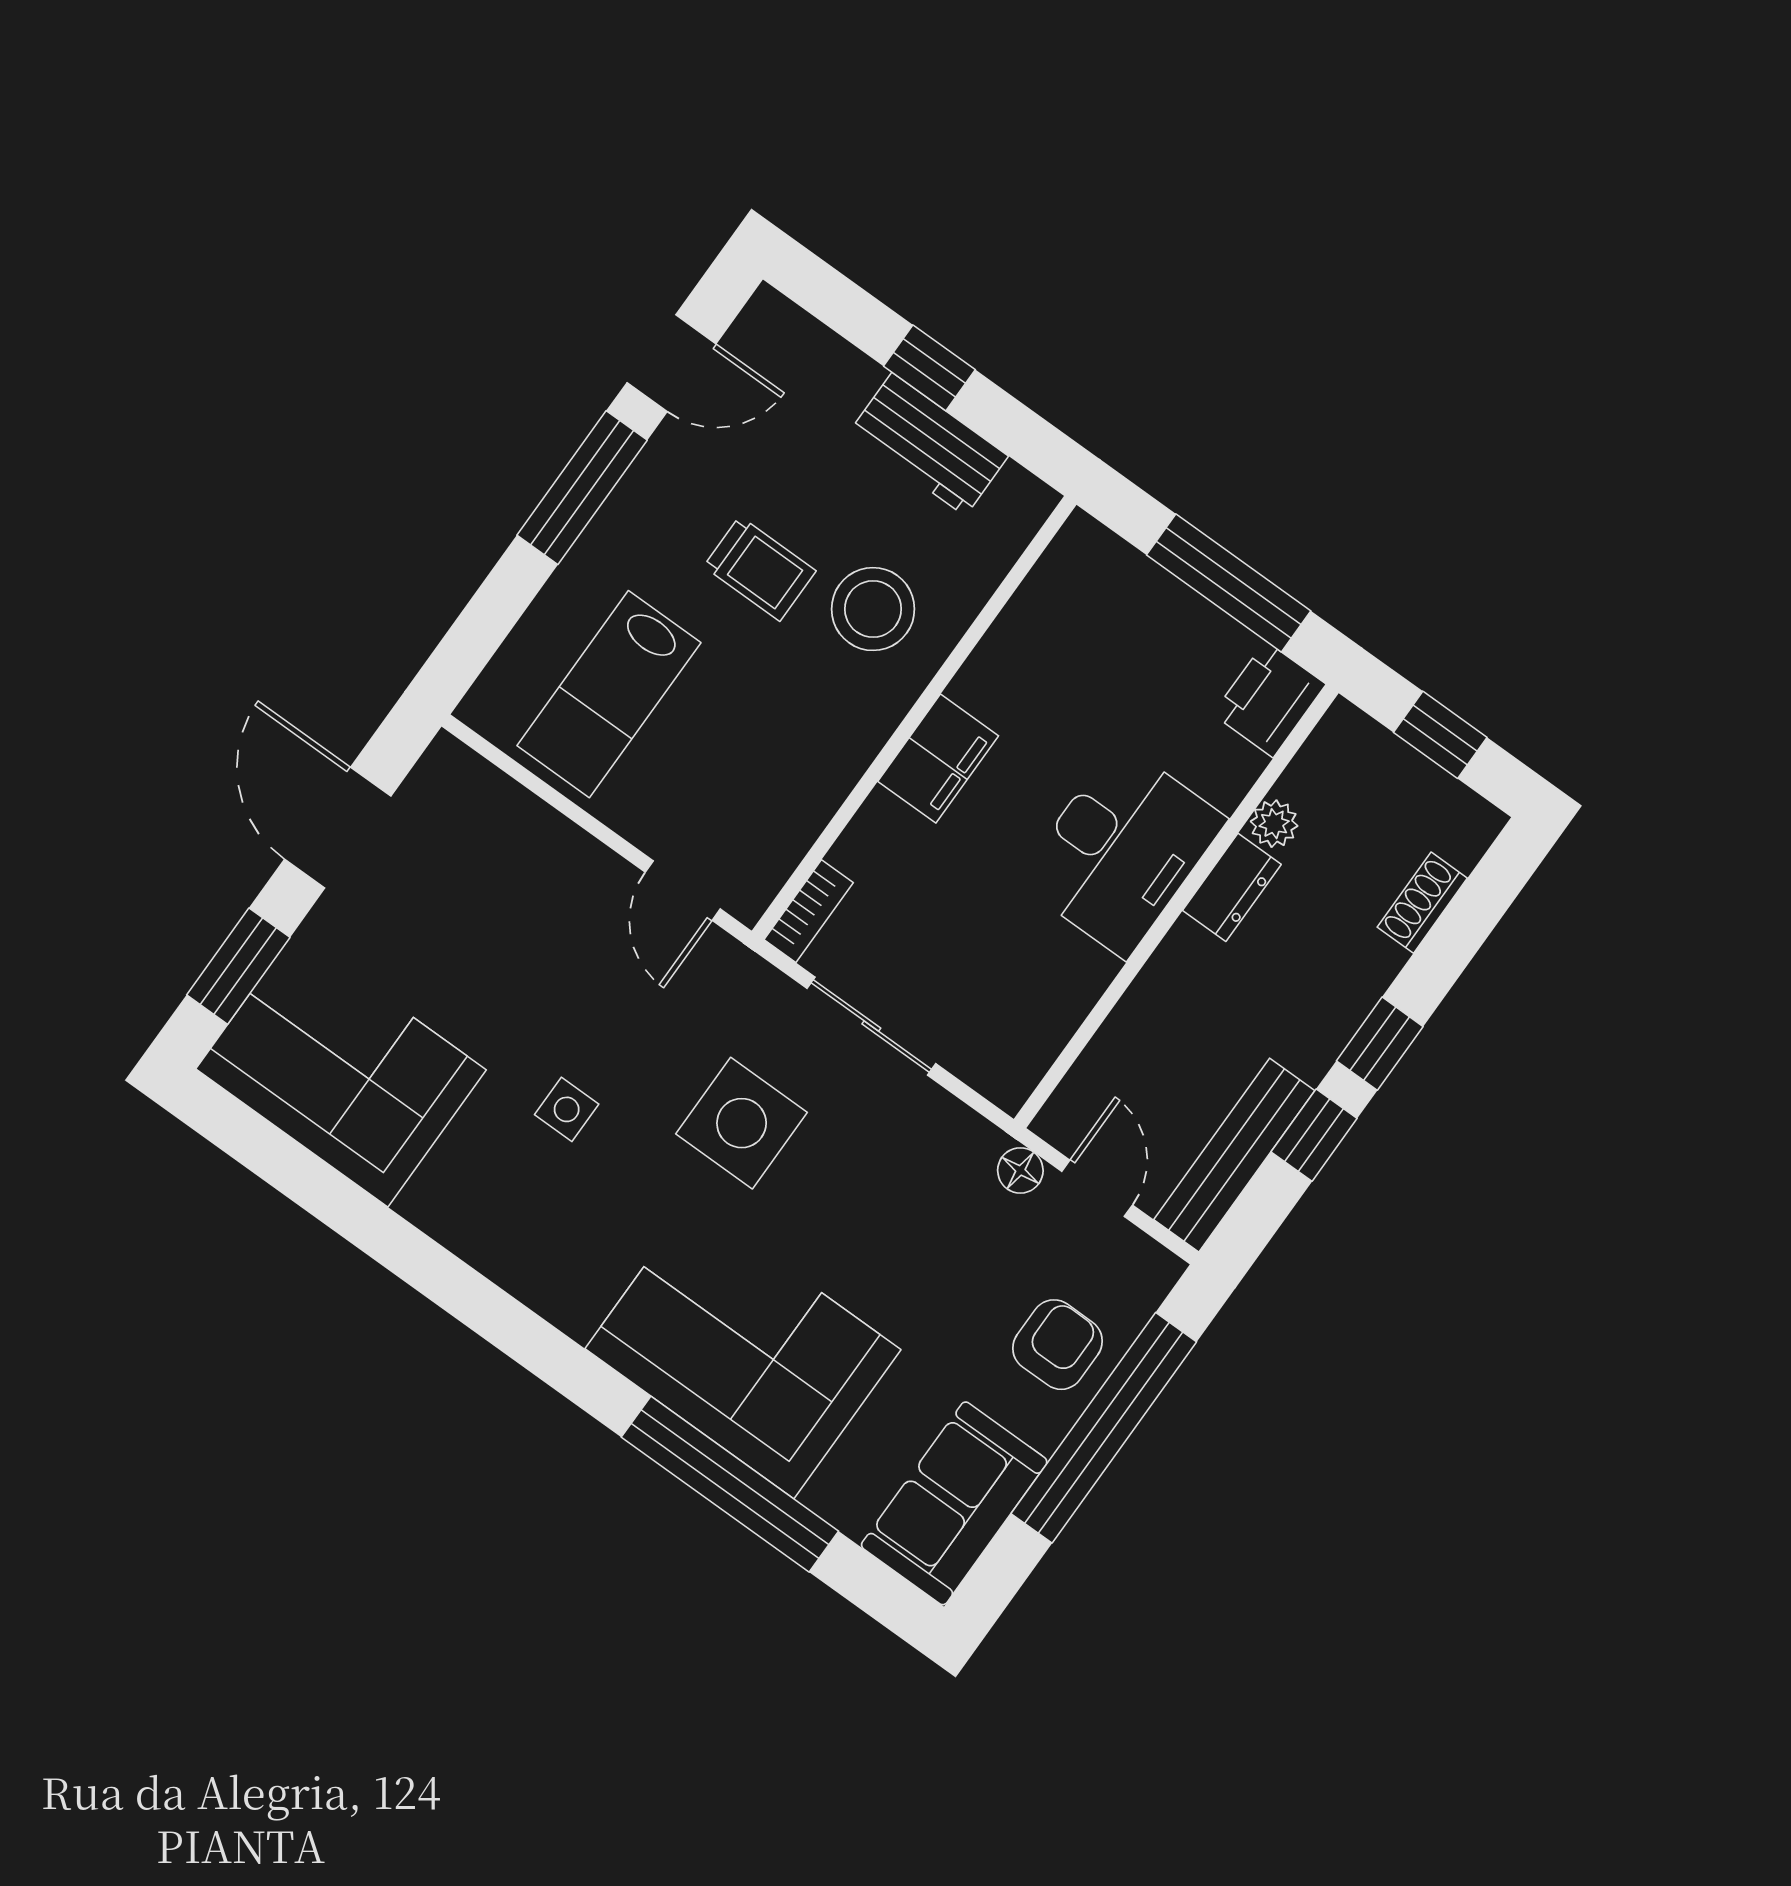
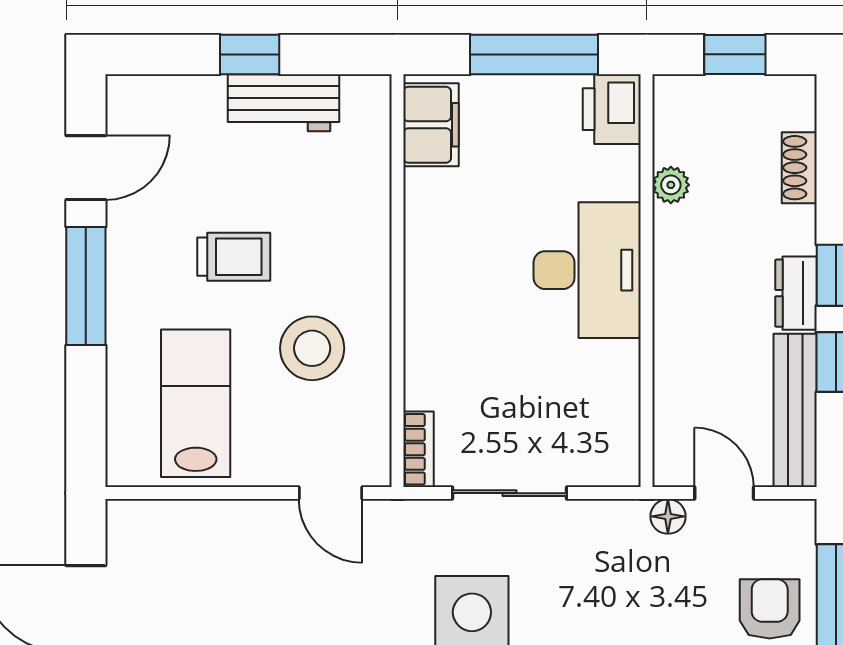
stool: (873, 609) -> (312, 348), moved
lab bench: (609, 694) -> (196, 403), turned 180
filing cabinet: (938, 759) -> (431, 125), moved
dresser: (1232, 887) -> (796, 293), moved, turned 180

